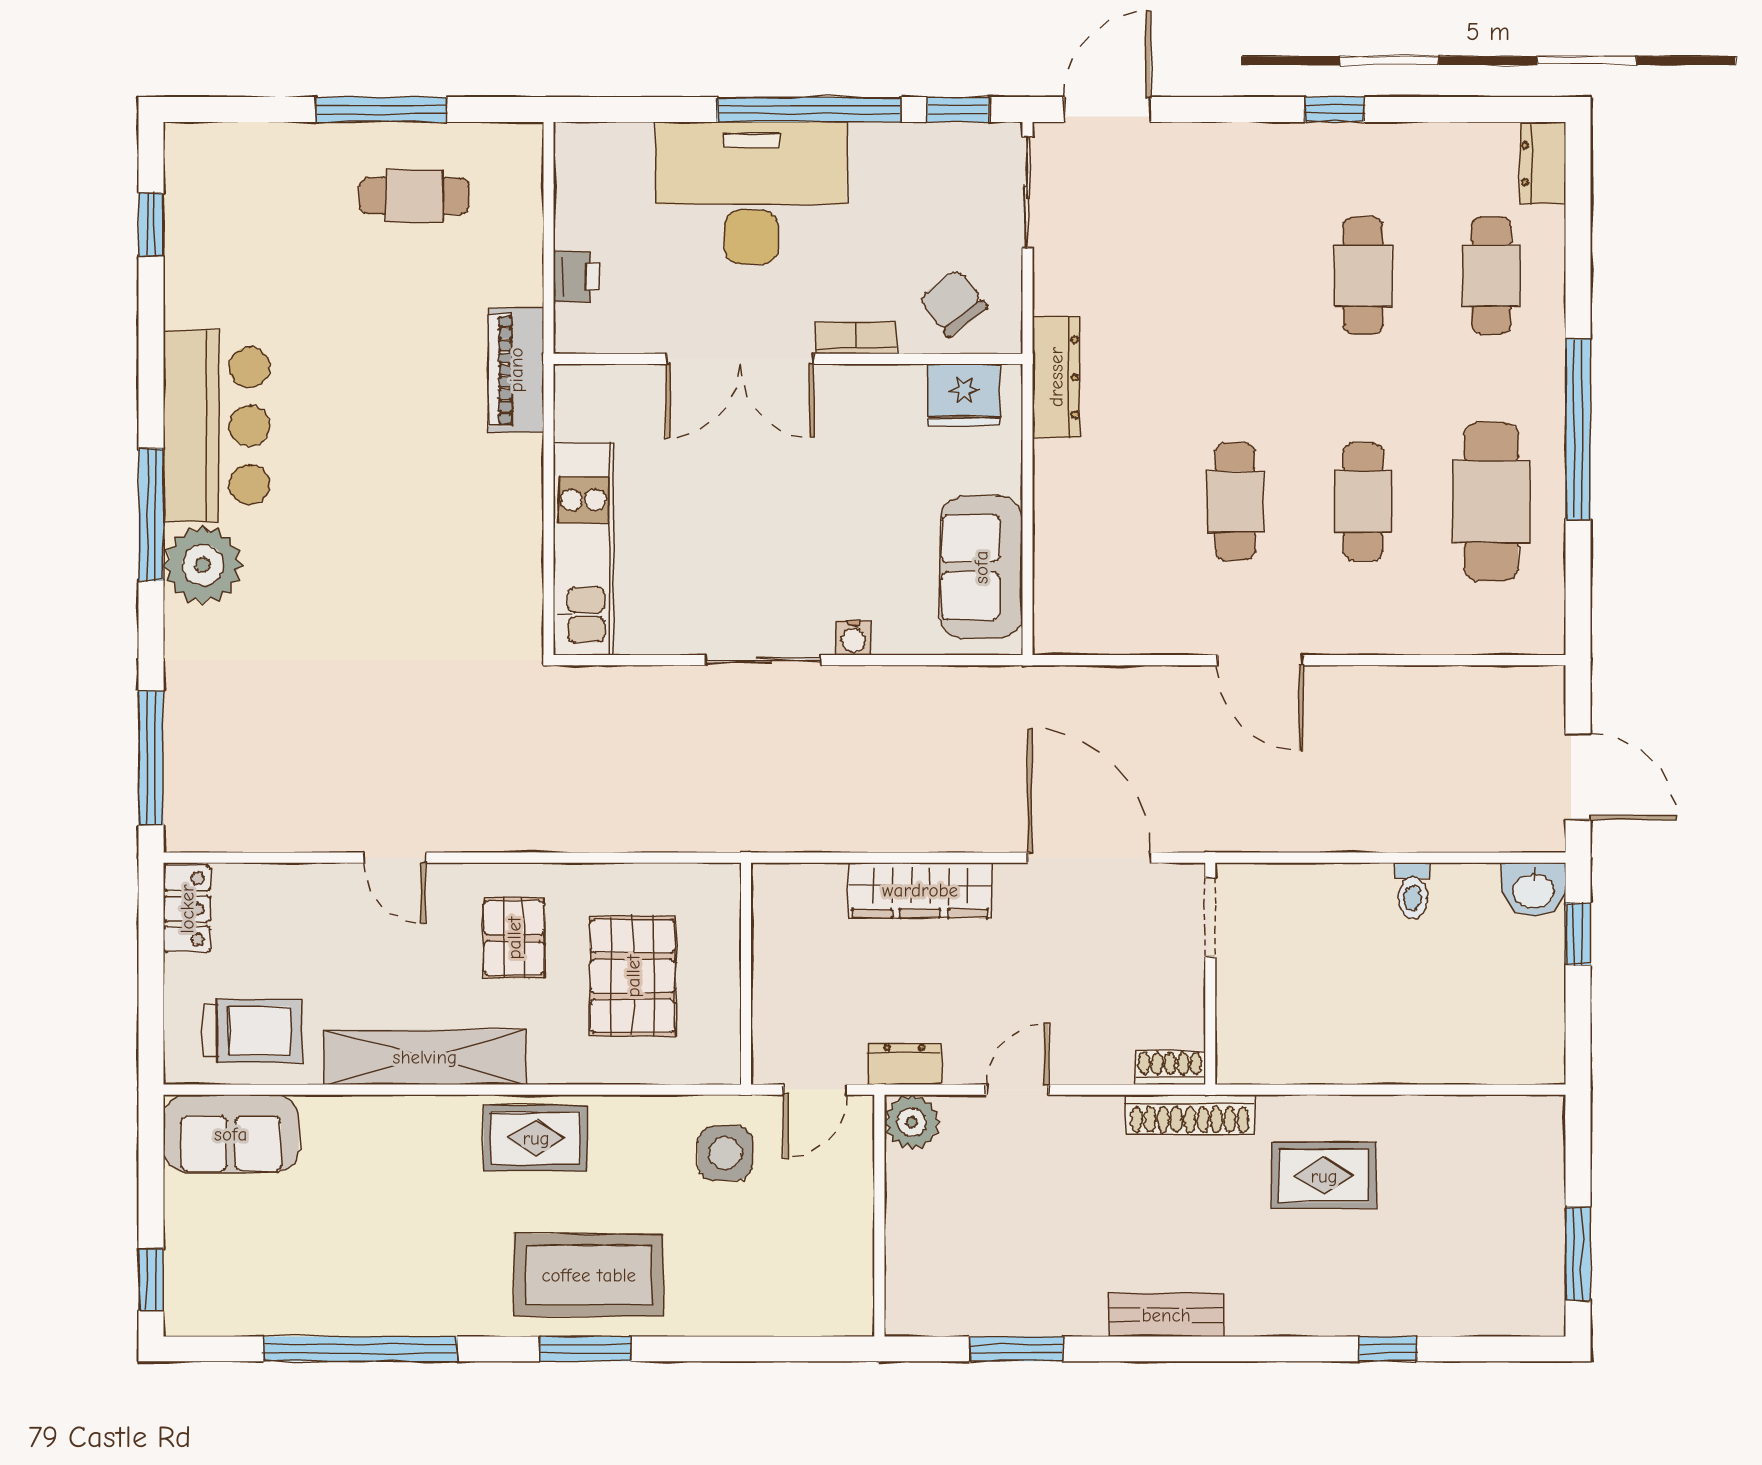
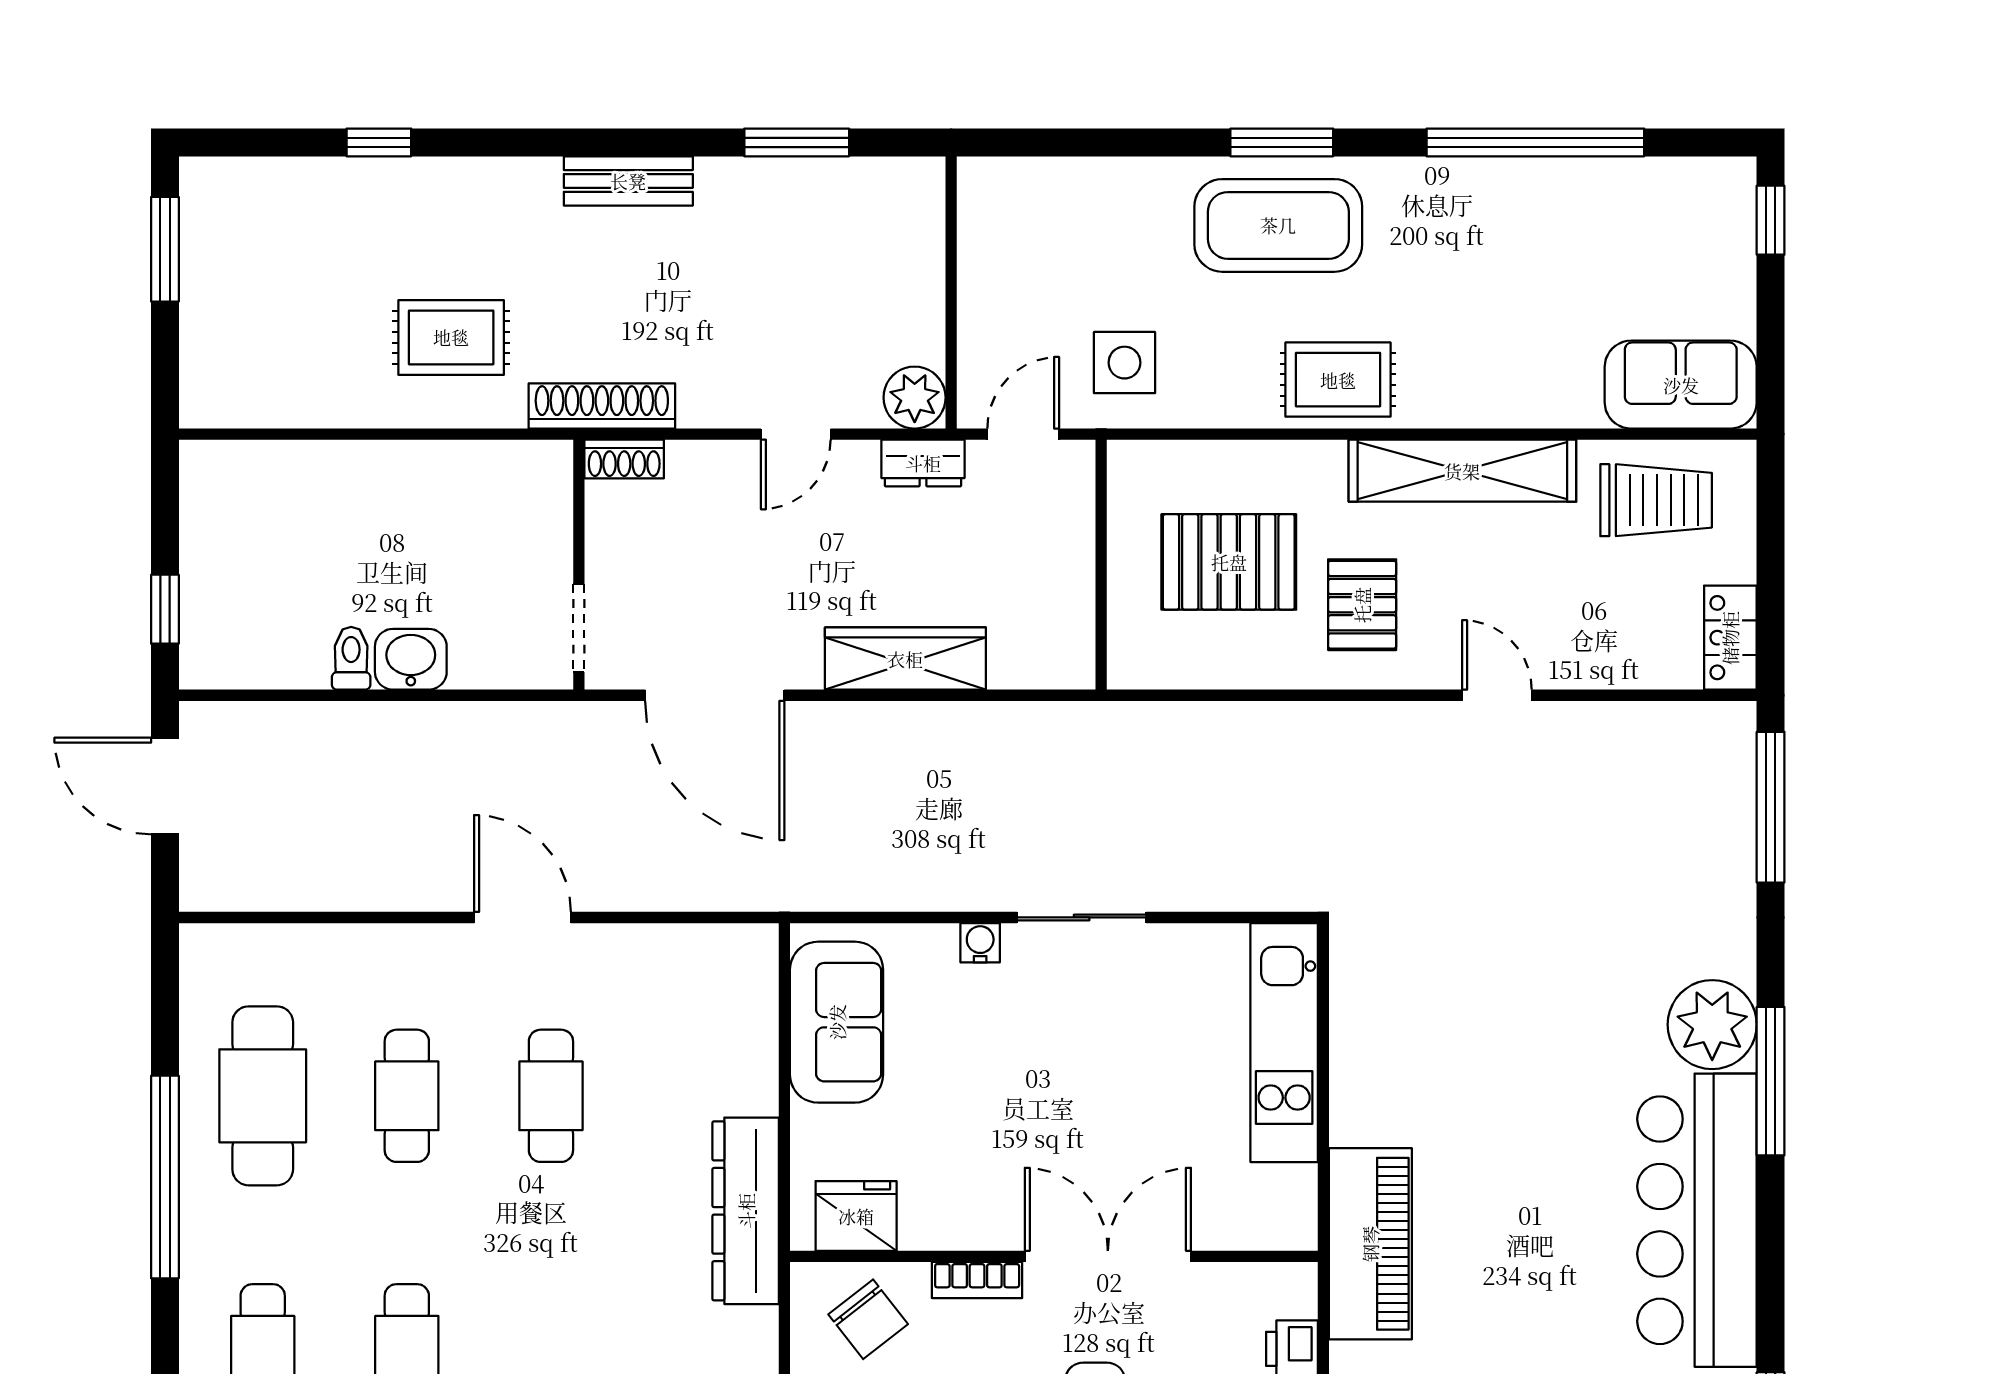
piano: (516, 370) -> (1370, 1244), width x1.37, depth x1.33
dresser: (1056, 377) -> (746, 1211), width x1.37, depth x1.24
bar counter: (216, 426) -> (1697, 1220), width x1.36
washbasin: (1534, 890) -> (411, 659), moved
pallet: (633, 976) -> (1229, 562), turned 90
trolley: (253, 1031) -> (1656, 500), turned 180

